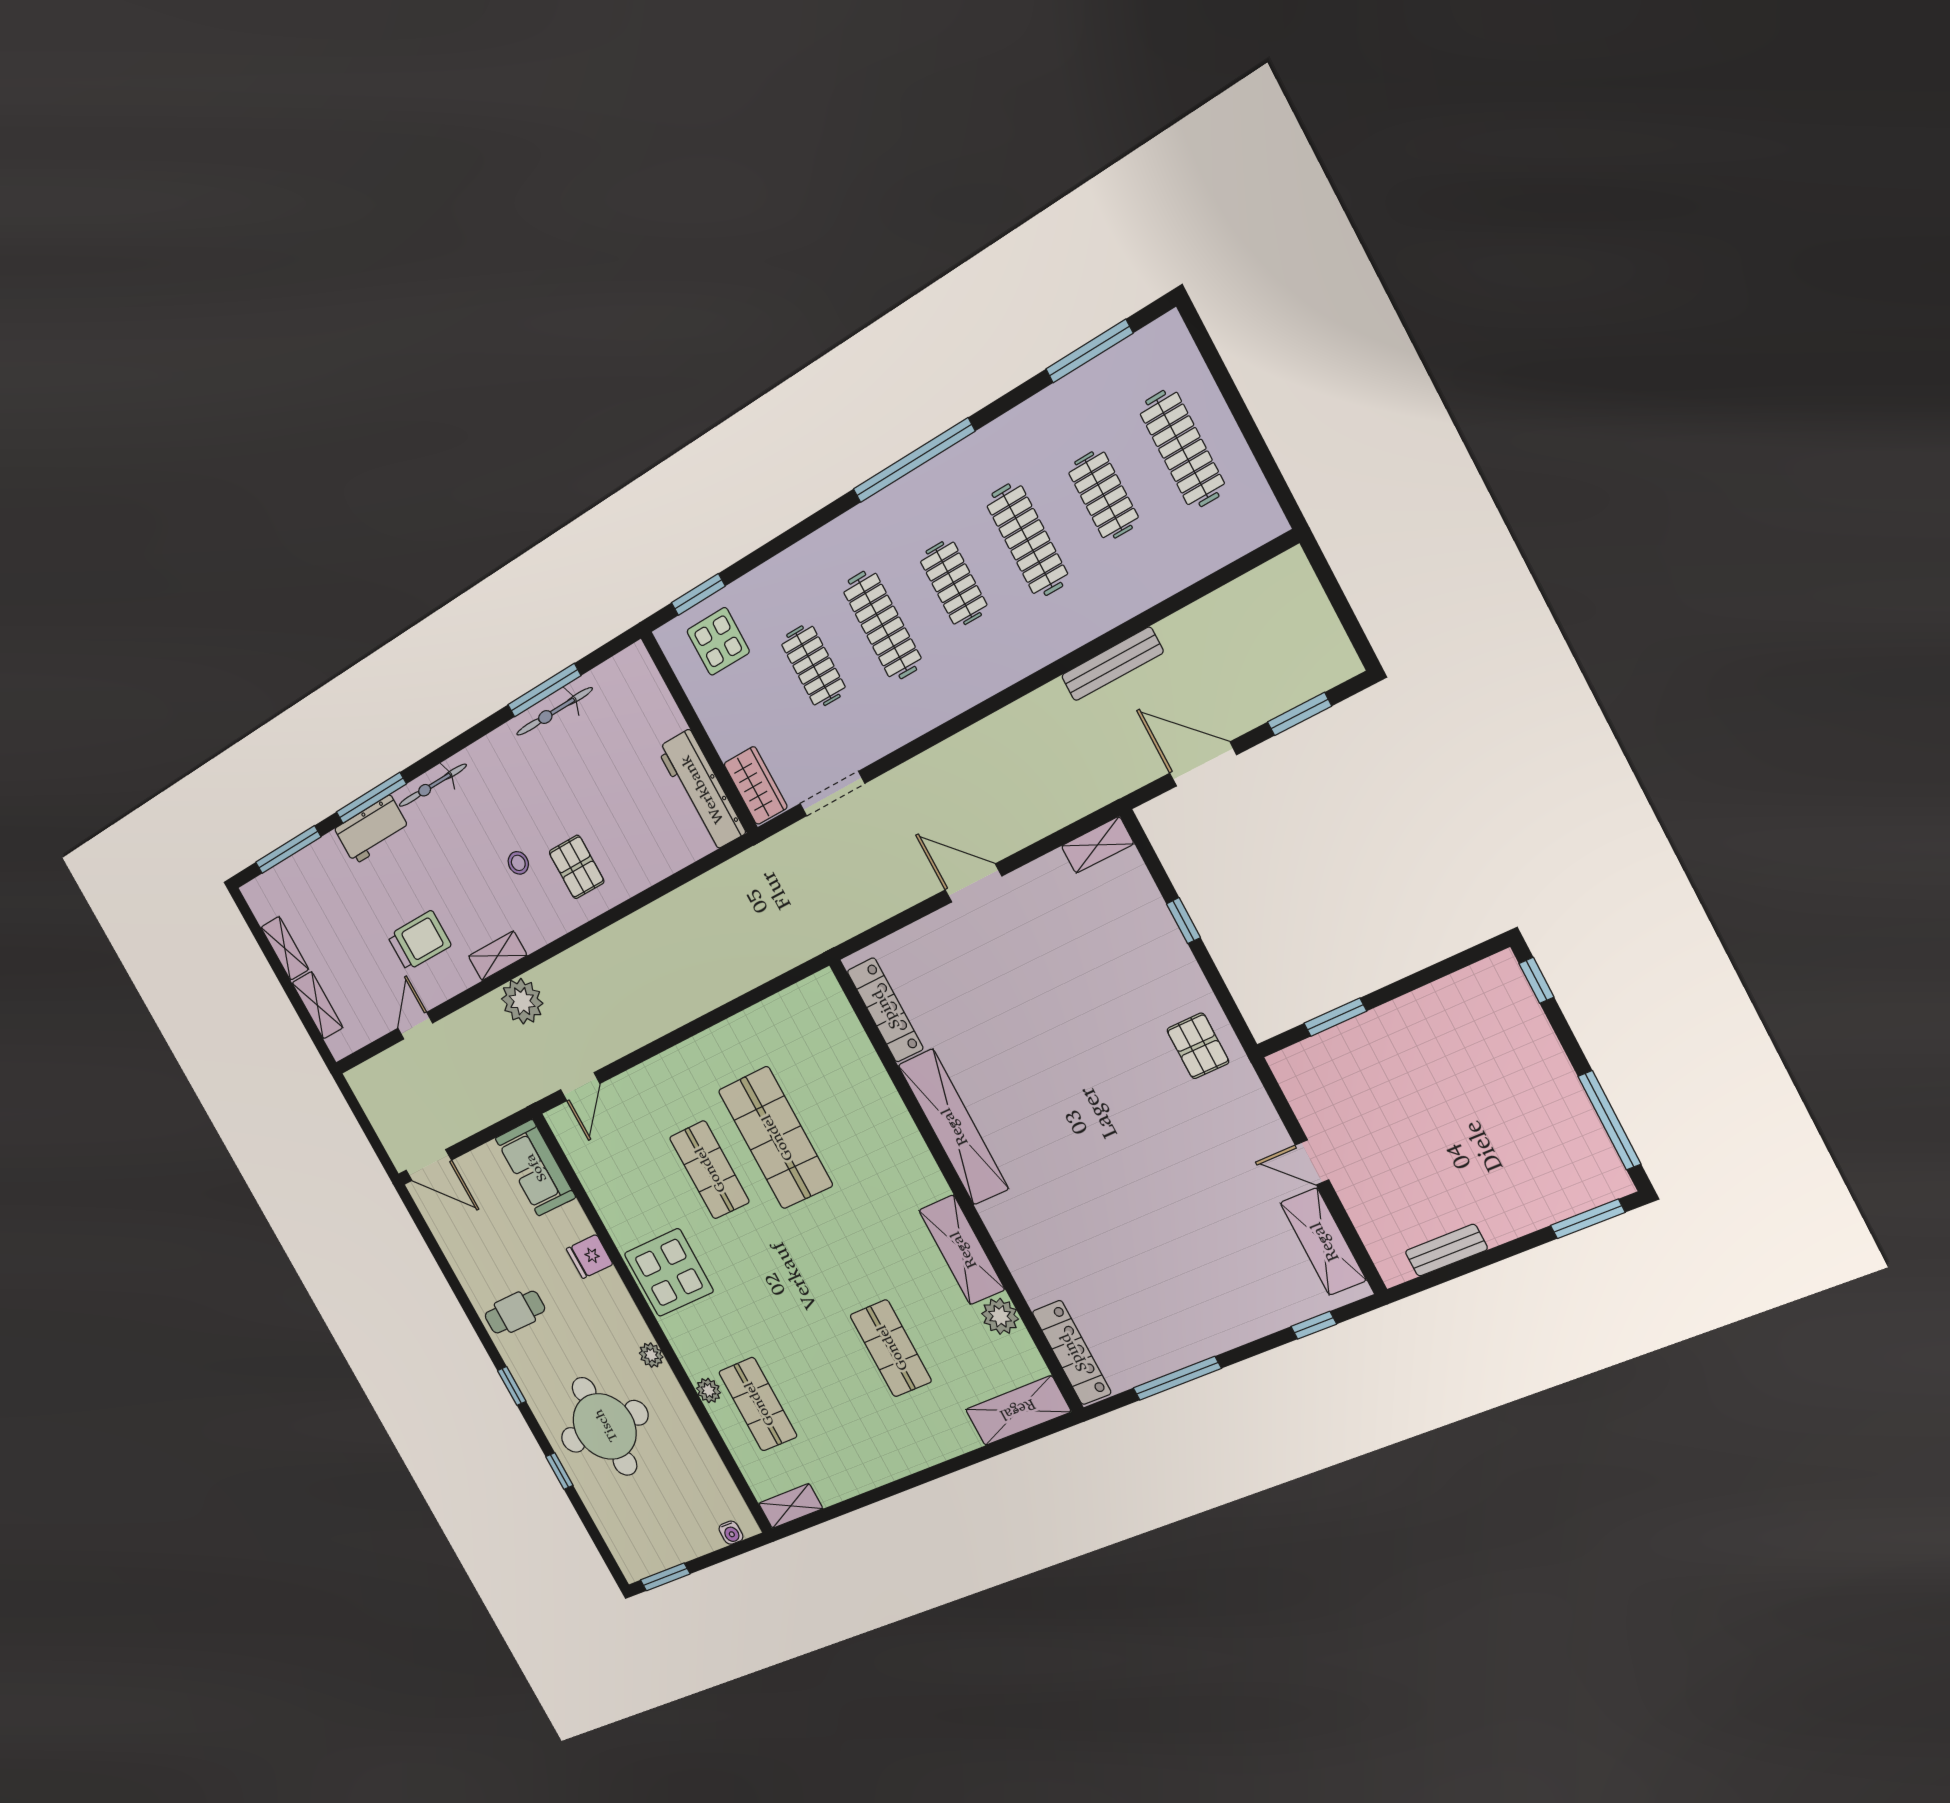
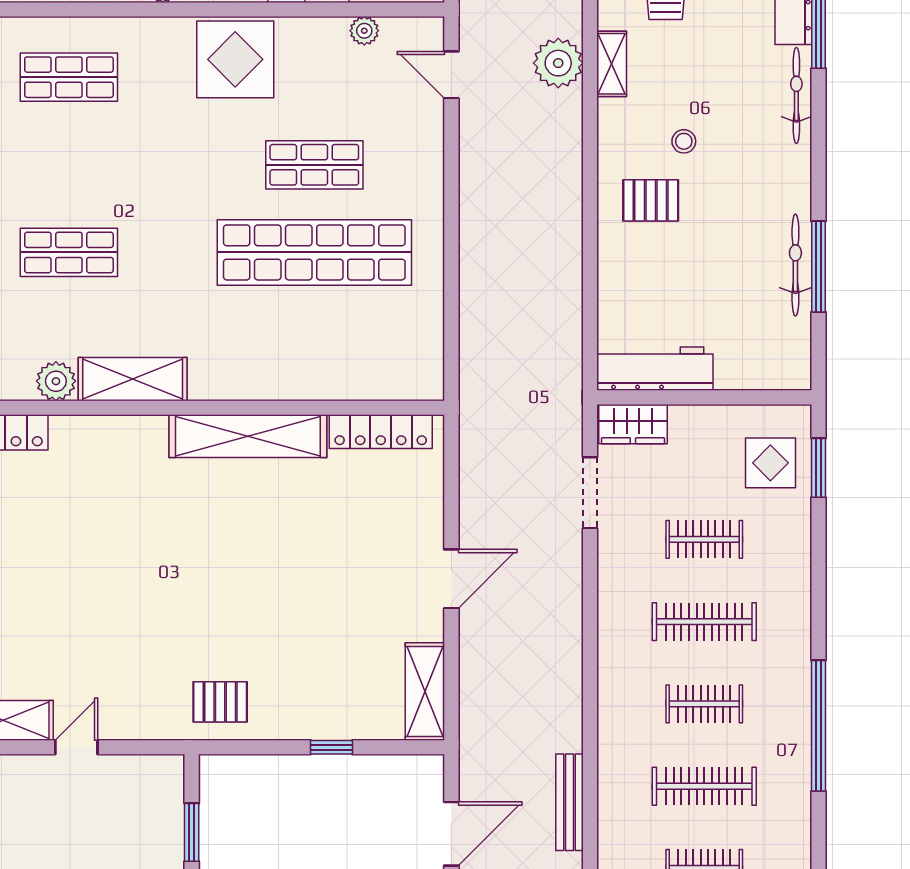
shelving: (1098, 845) -> (425, 692), width x1.50, depth x1.33
shop shelf: (776, 1138) -> (314, 252), width x1.40
plant: (709, 1390) -> (364, 31), moved

